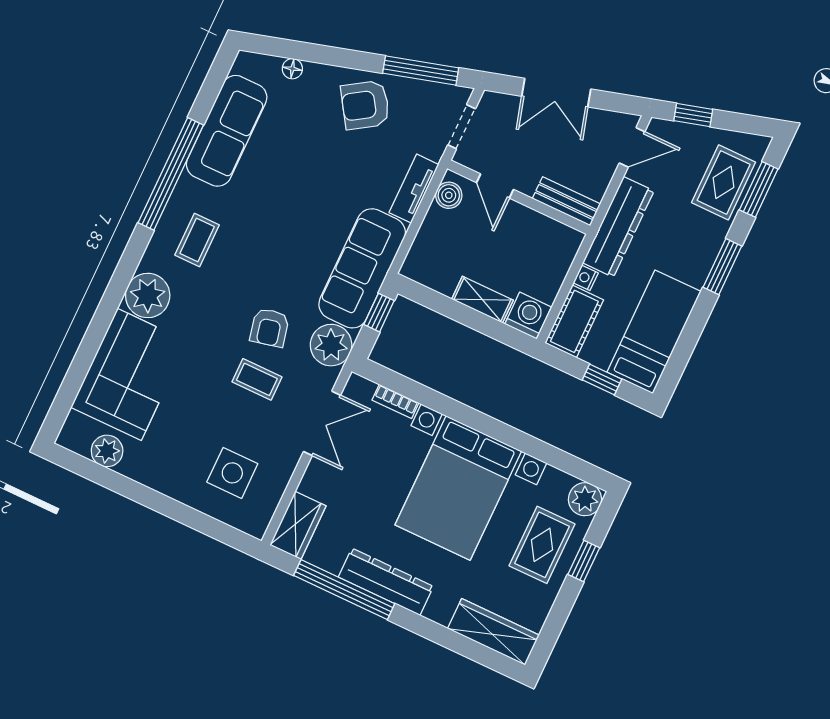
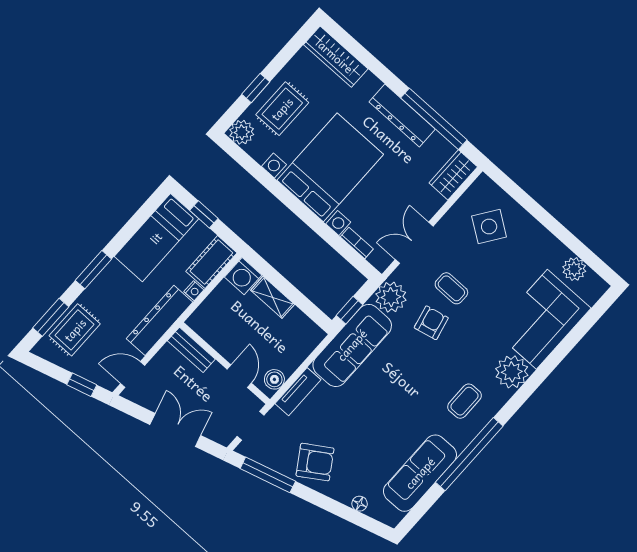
side table: (232, 473) -> (489, 227), turned 35

